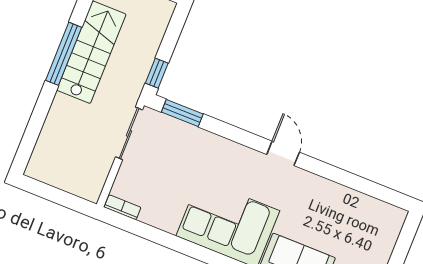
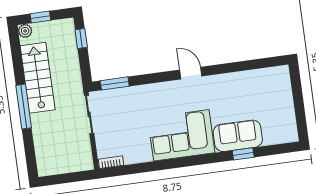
window: (64, 54) -> (24, 107), moved
window: (157, 73) -> (81, 39), moved

